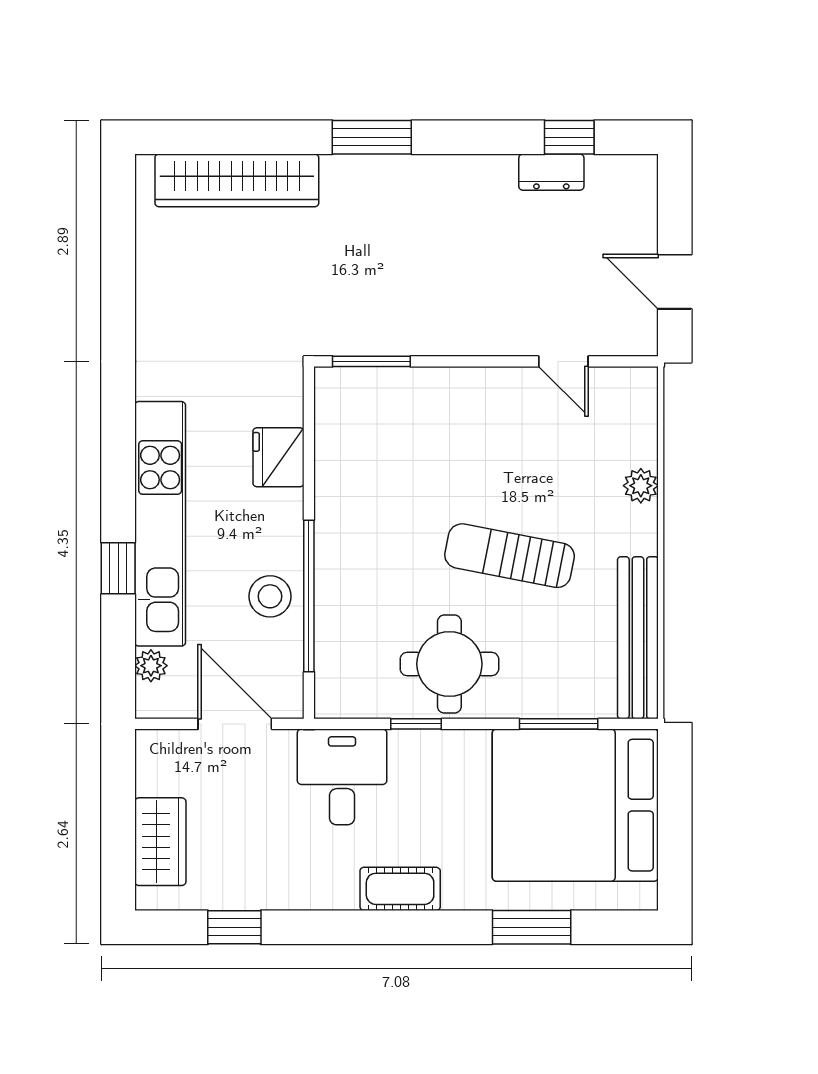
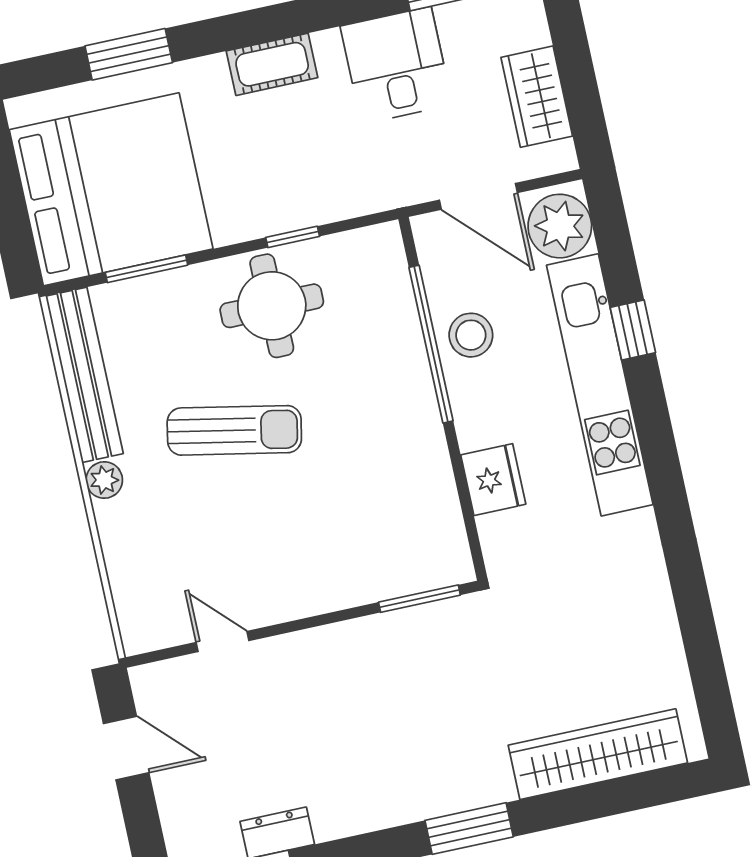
plant: (641, 486) -> (104, 480), moved
plant: (151, 666) -> (560, 226), width x1.88, depth x1.88
desk: (342, 777) -> (396, 65), moved, turned 180
wardrobe: (160, 842) -> (537, 97), moved

